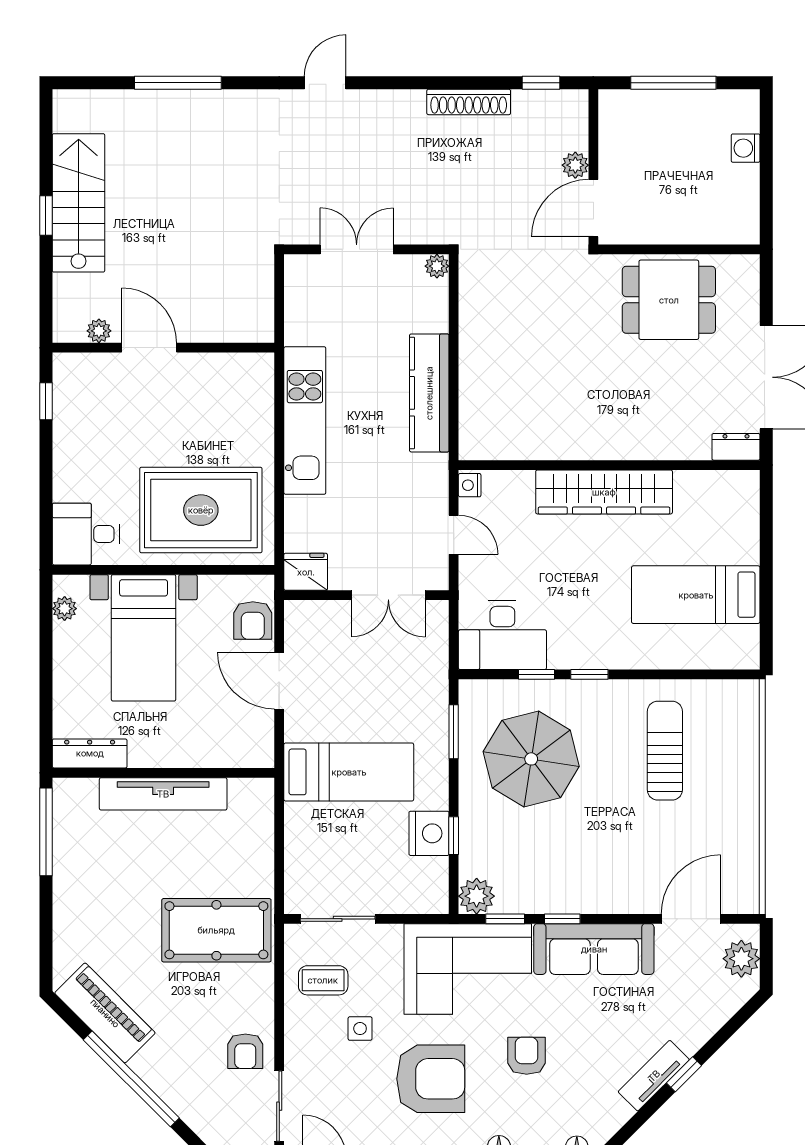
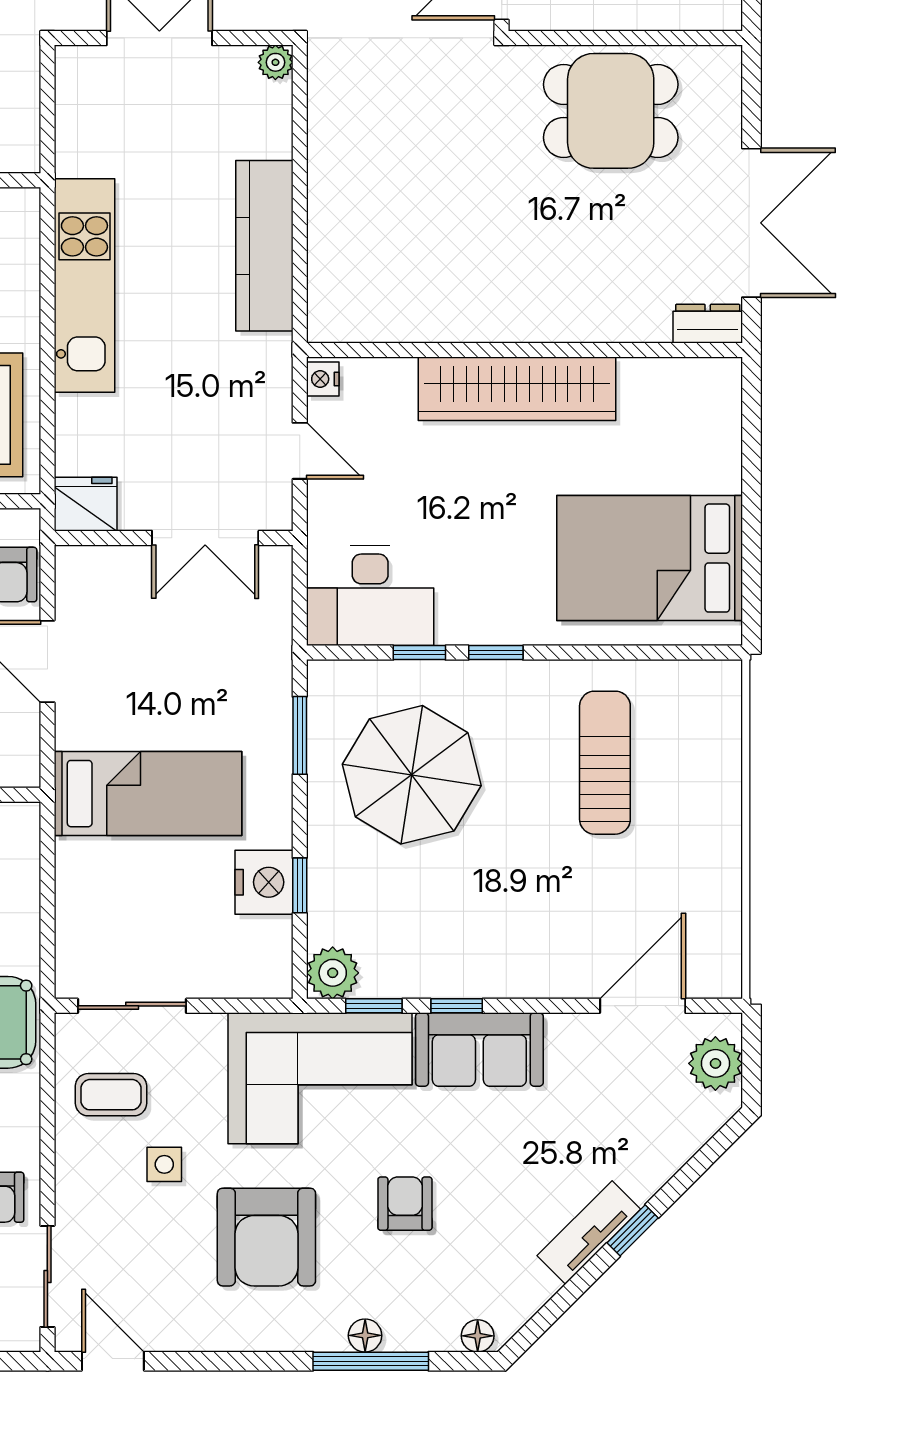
bed: (696, 595) -> (650, 558), width x1.50
sofa: (594, 949) -> (479, 1049), width x0.73
armchair: (431, 1079) -> (266, 1237), turned 90

